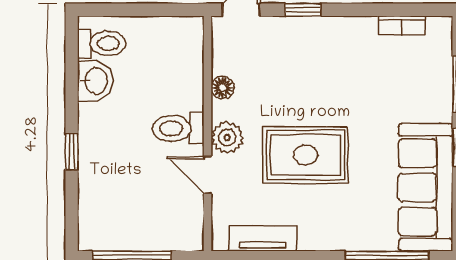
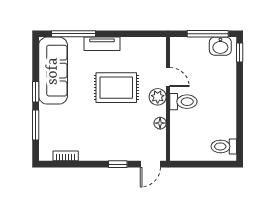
washbasin: (95, 81) -> (220, 46), moved, turned -90
window: (72, 152) -> (240, 52), moved
tv unit: (263, 238) -> (102, 44), moved

